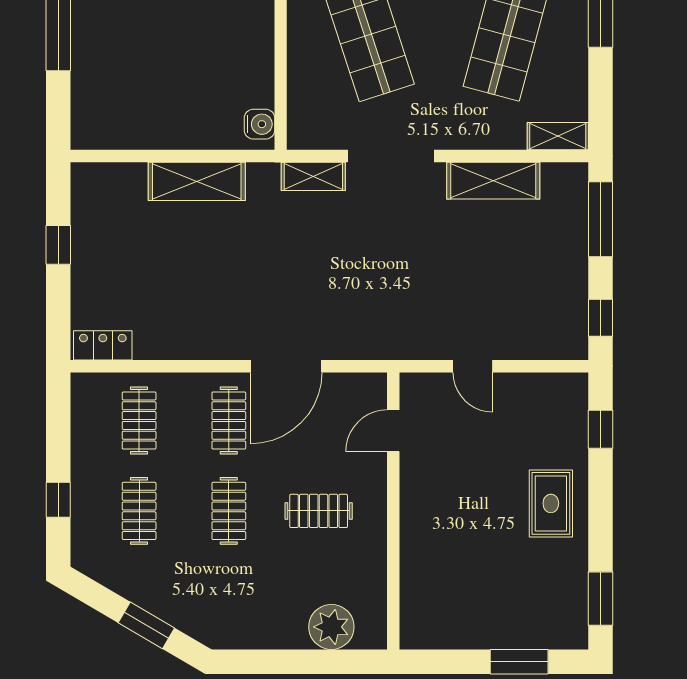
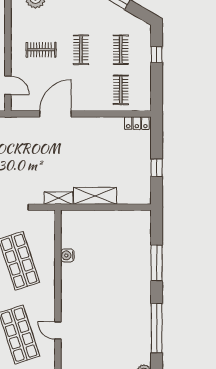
water cooler: (259, 124) -> (67, 255), moved
shelving: (313, 176) -> (59, 198), moved
clothes rail: (229, 420) -> (81, 90), removed
door: (393, 431) -> (8, 85), hinge flipped

